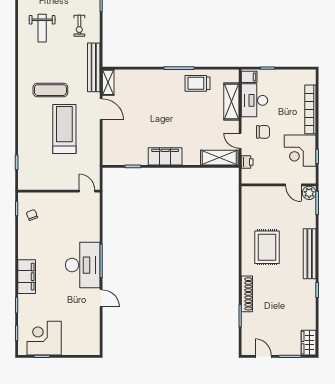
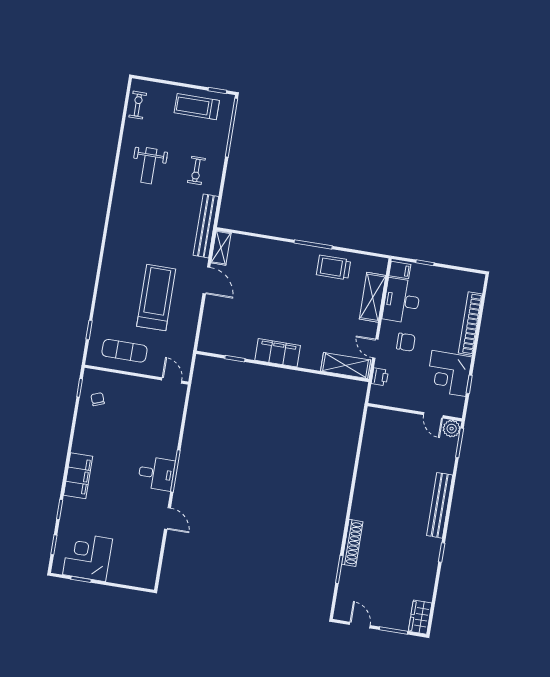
exercise mat: (50, 90) -> (125, 351), moved
rug: (267, 247) -> (387, 488), removed
desk: (83, 265) -> (156, 474), width x0.53, depth x0.77

